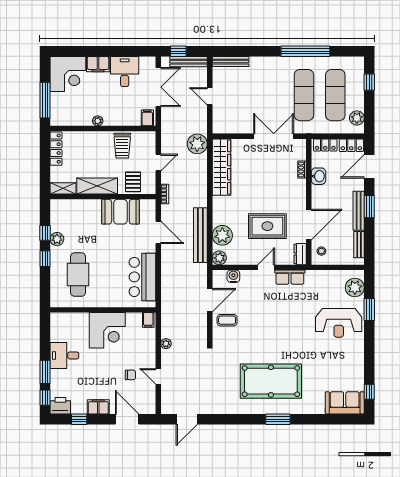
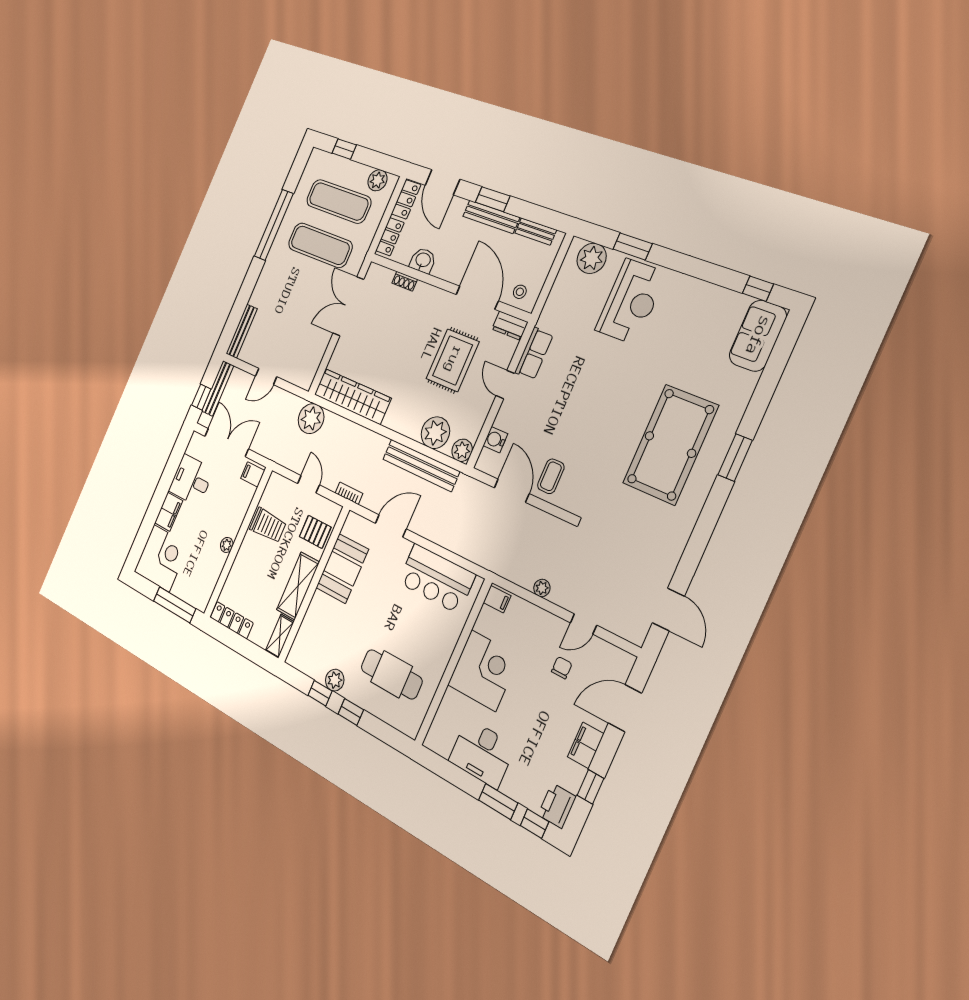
desk: (64, 355) -> (482, 753), width x1.37

